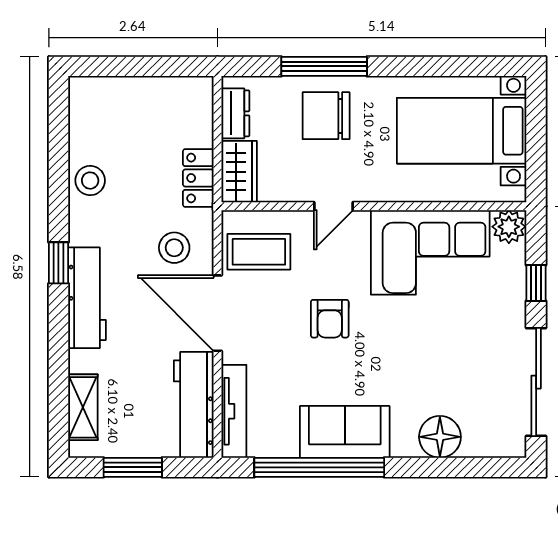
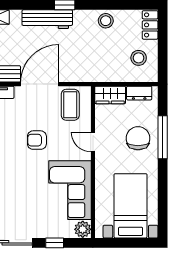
locker: (198, 178) -> (150, 25), moved, turned -90
stool: (174, 248) -> (139, 58), moved

